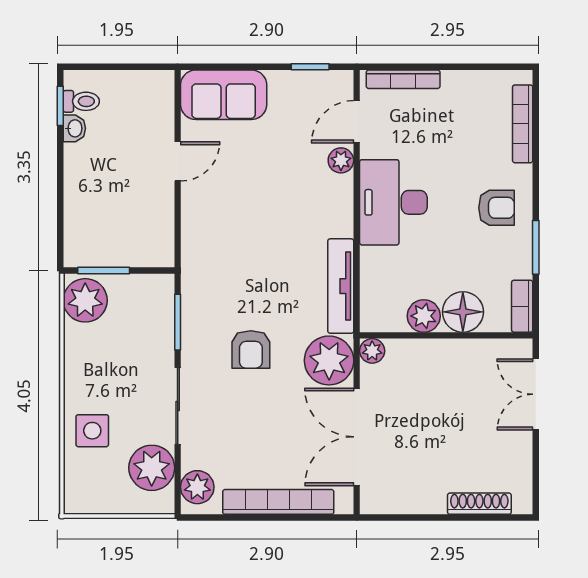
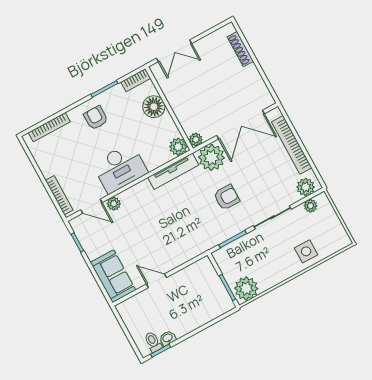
plant: (424, 316) -> (178, 147), moved
plant: (152, 468) -> (311, 206), width x0.53, depth x0.53

